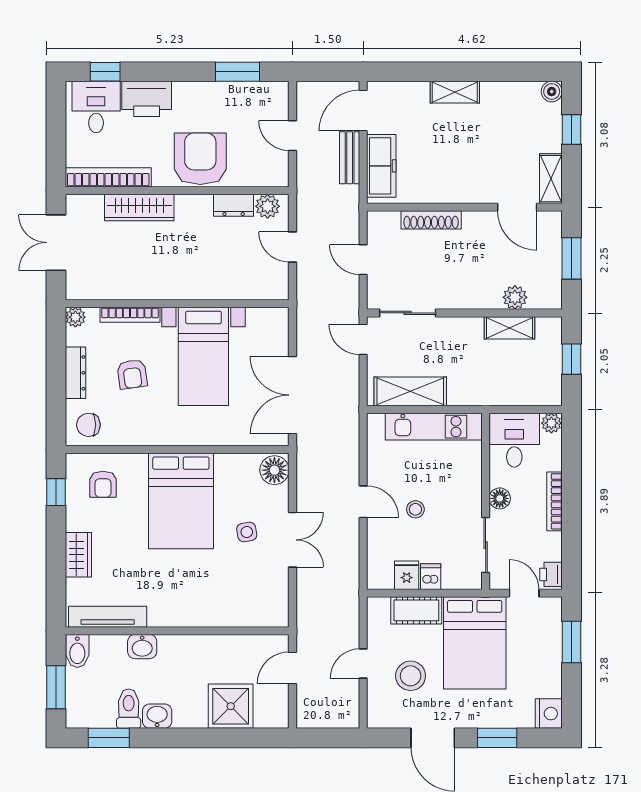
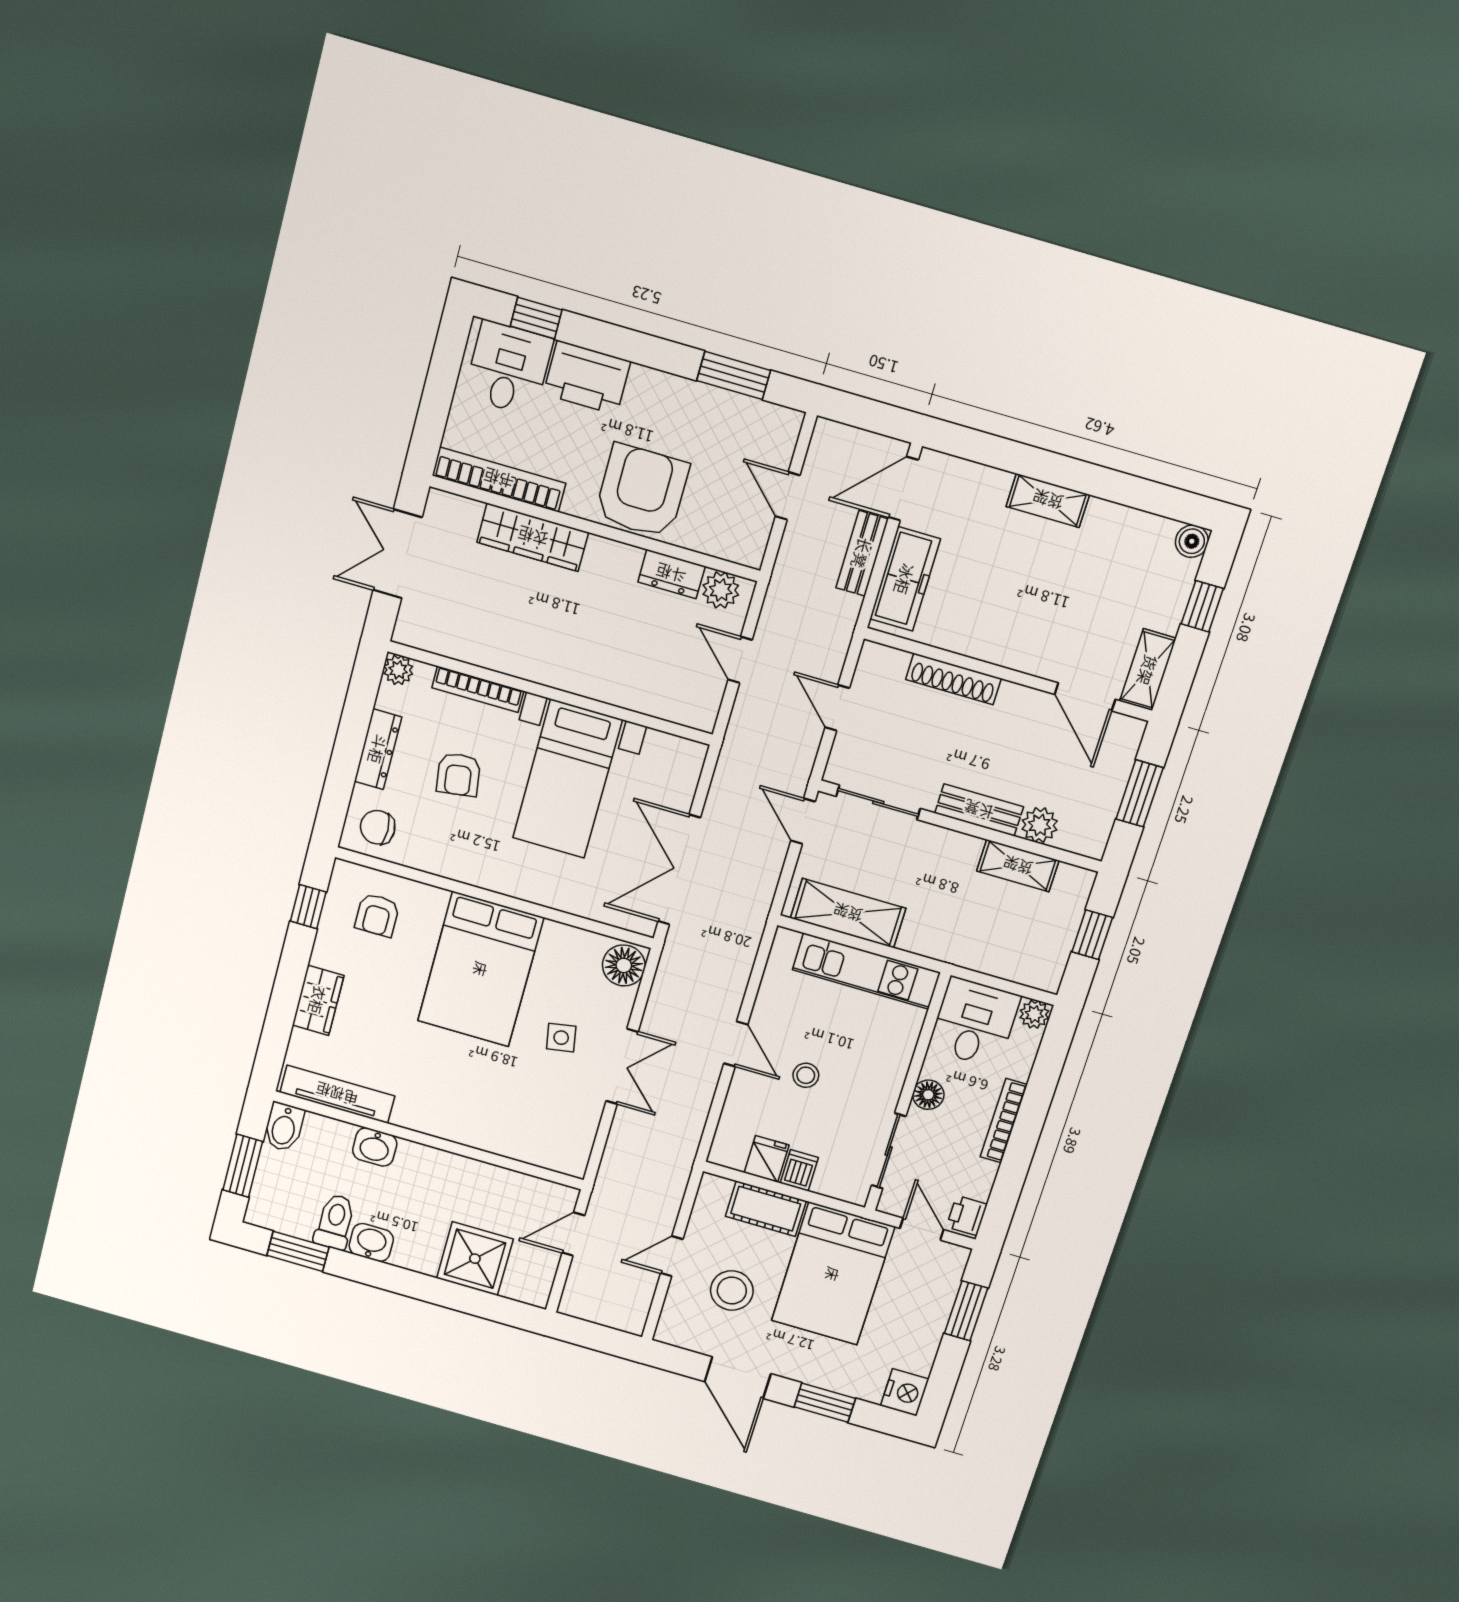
bench: (473, 299) -> (979, 810), added

